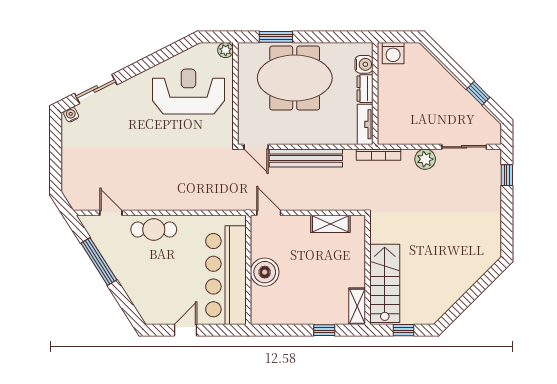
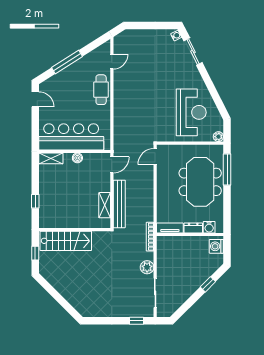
window: (276, 37) -> (227, 170), width x1.44
window: (478, 93) -> (208, 284), moved
bench: (306, 158) -> (119, 204), moved
window: (99, 261) -> (67, 62), moved
boiler: (265, 272) -> (77, 158), width x0.54, depth x0.54
shelving: (357, 306) -> (51, 158), moved
door: (185, 330) -> (35, 99), moved

